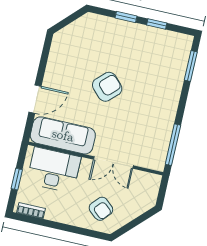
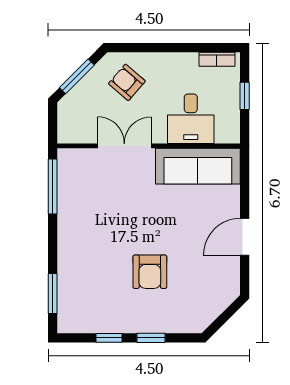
armchair: (107, 87) -> (150, 272), moved, turned -46
door: (35, 99) -> (245, 237), moved
desk: (54, 170) -> (191, 119), width x0.73
window: (137, 222) -> (77, 76), added

